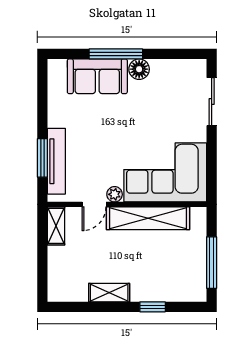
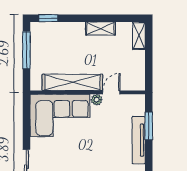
tv unit: (56, 161) -> (139, 140), moved
shelving: (56, 226) -> (139, 36), moved
window: (153, 307) -> (48, 18), moved

